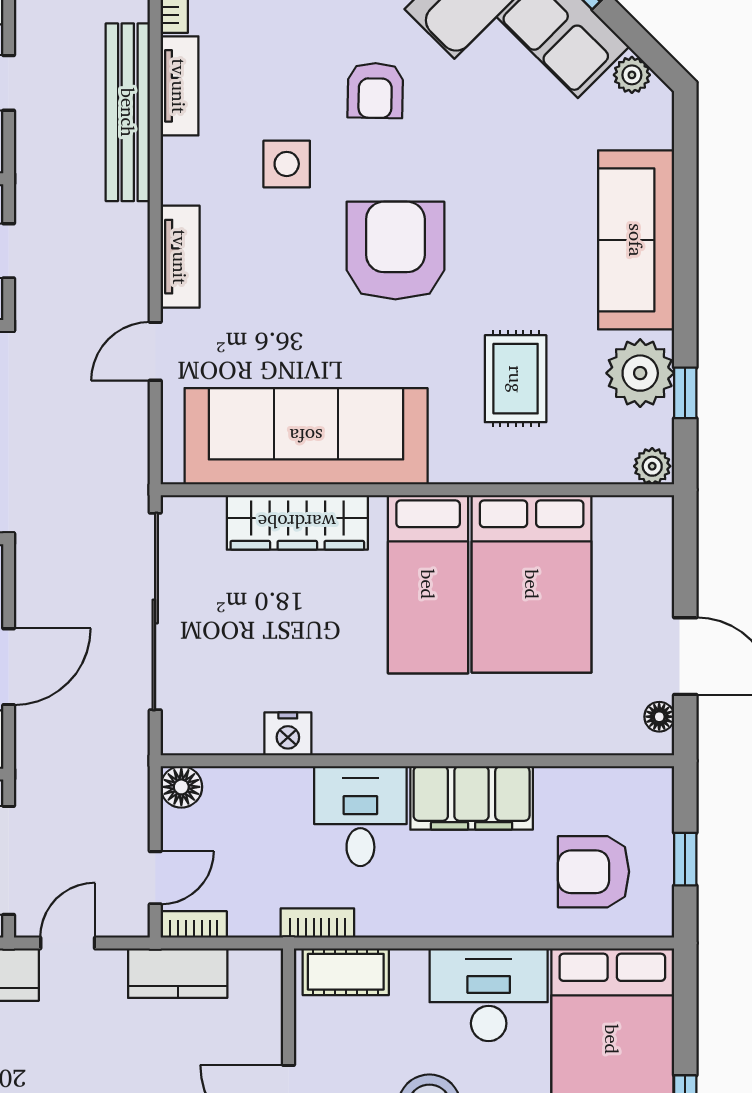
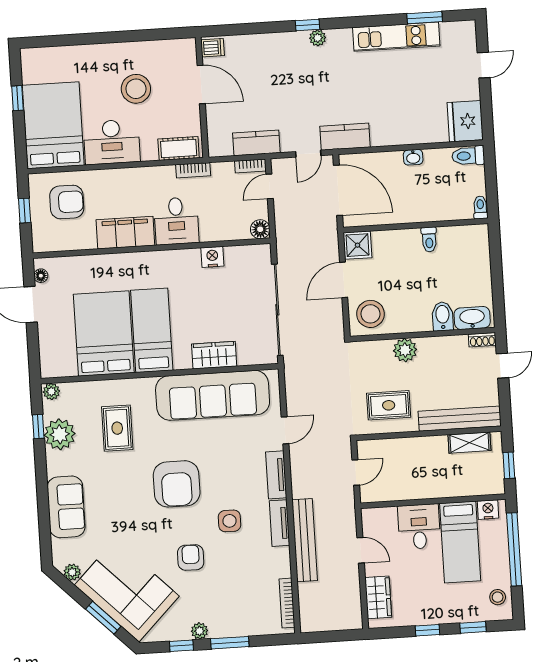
tv unit: (179, 86) -> (279, 523), moved
sofa: (636, 240) -> (66, 507), width x0.73
wardrobe: (297, 522) -> (214, 355), width x0.67

